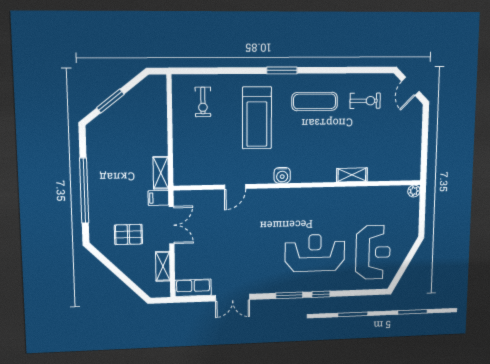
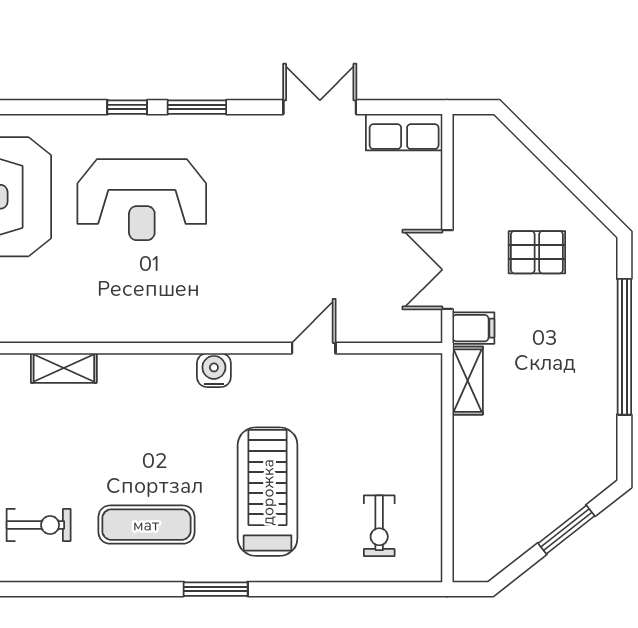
exercise bike: (365, 101) -> (39, 525), turned 180
exercise bike: (203, 102) -> (379, 526), turned 180
shelving: (163, 266) -> (467, 182), removed

